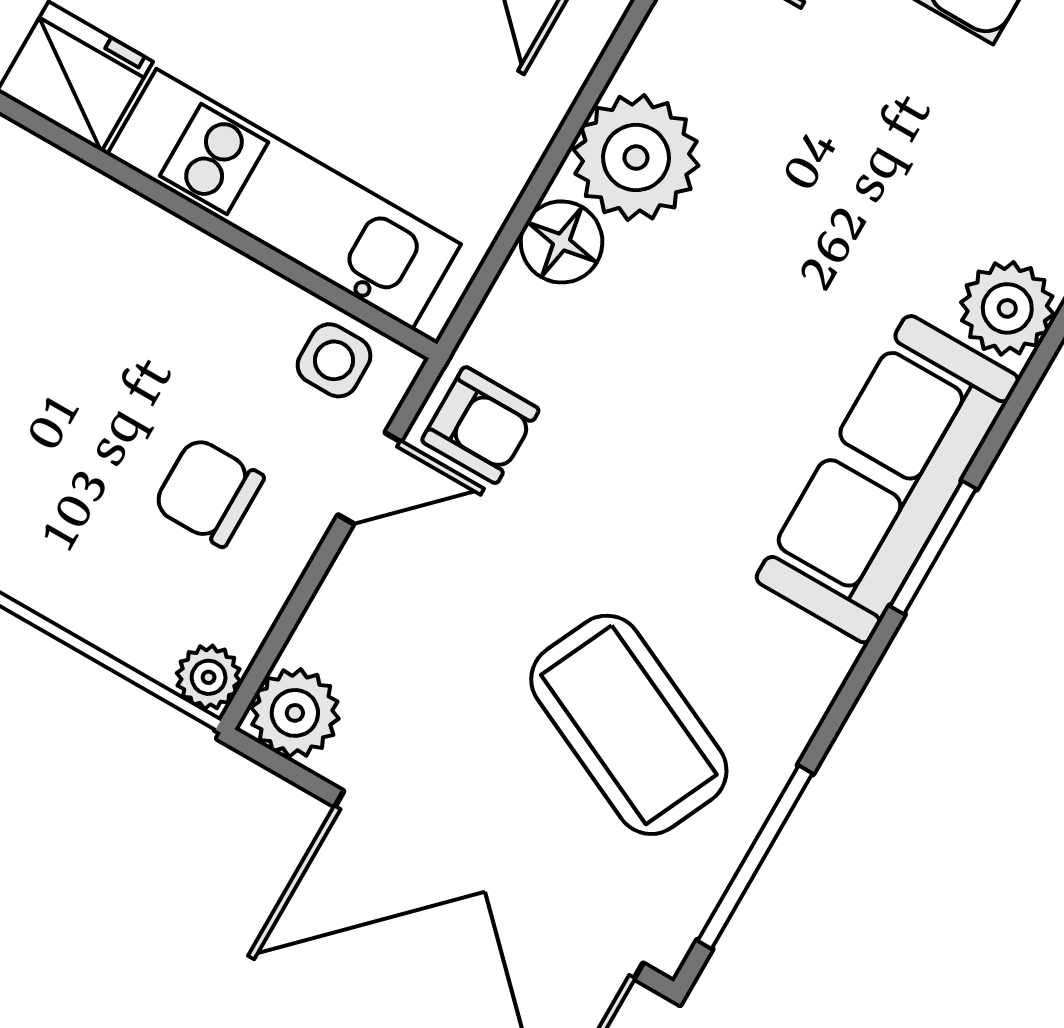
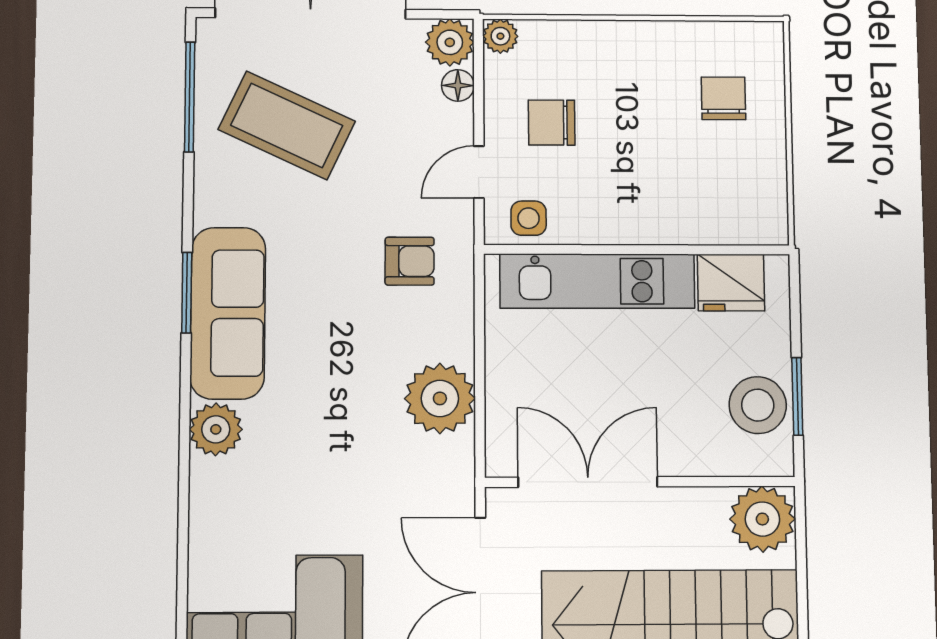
floor lamp: (562, 242) -> (458, 85), moved, width x0.73, depth x0.73
armchair: (480, 425) -> (410, 261), moved, turned 180
chair: (208, 492) -> (552, 123), turned 180

